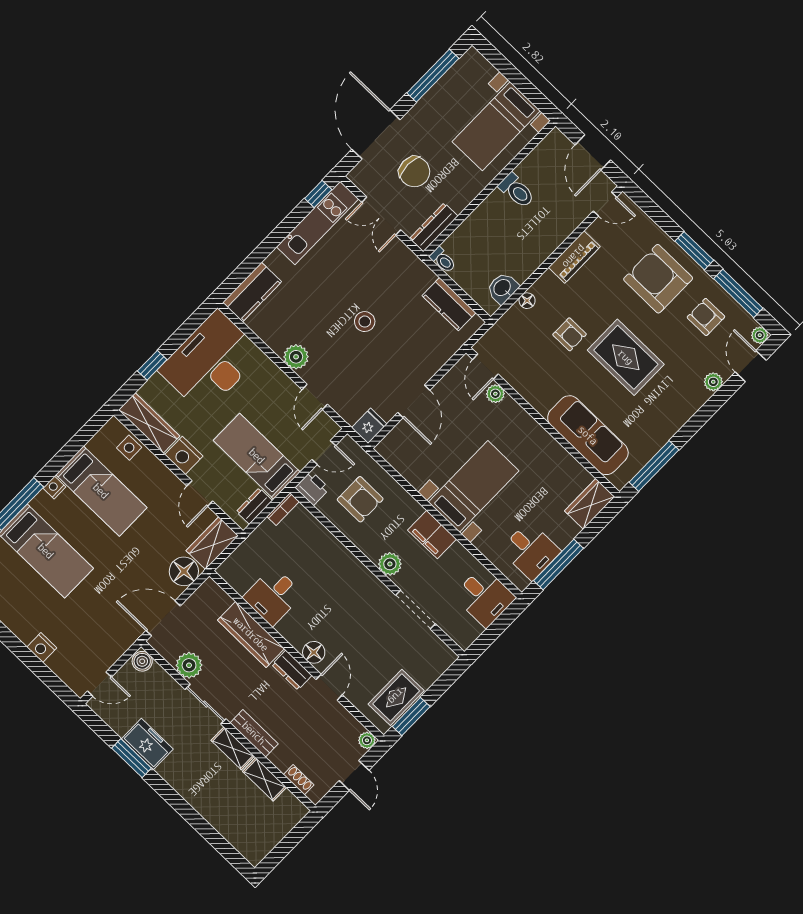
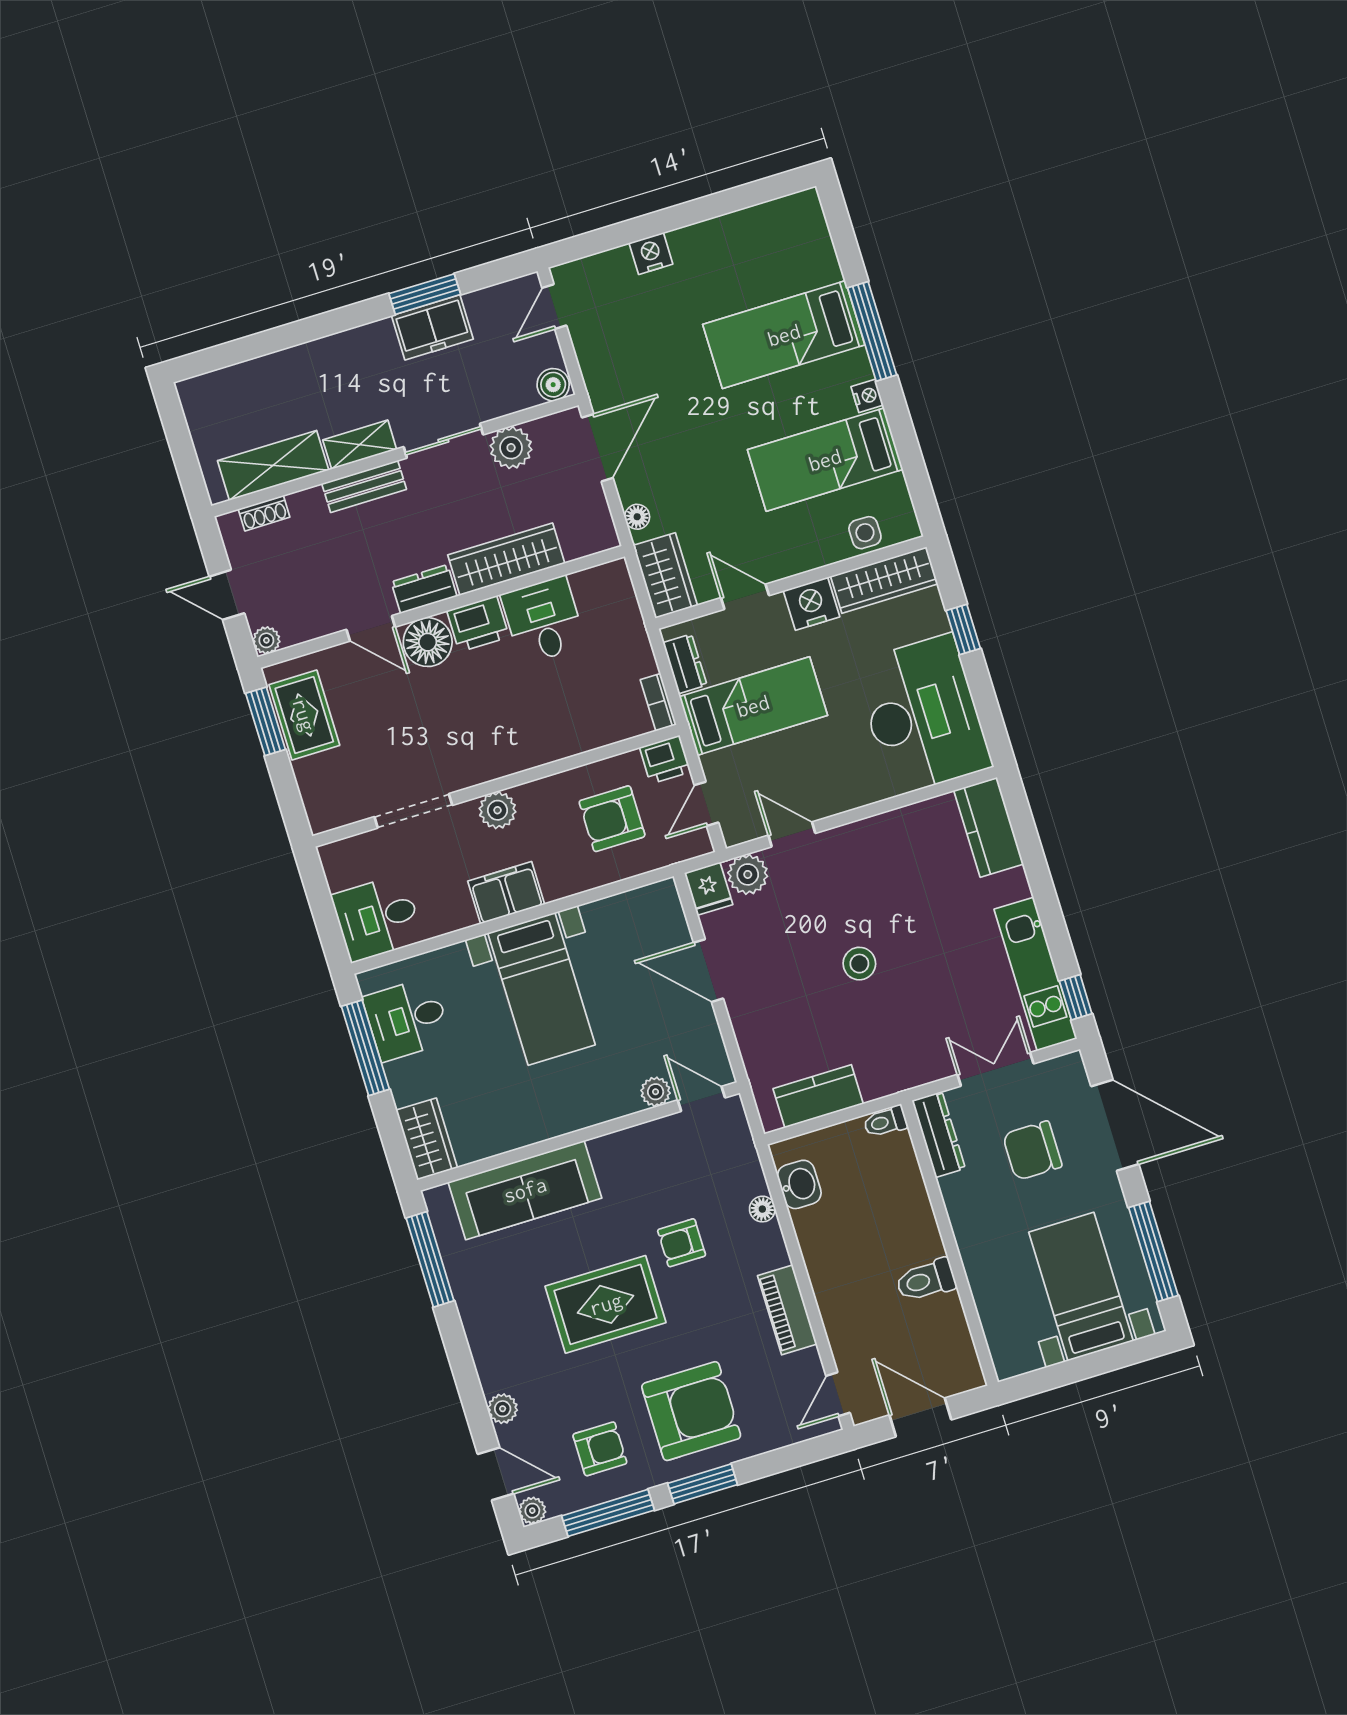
bed with nightstands: (496, 126) -> (1081, 1287), moved
plant: (296, 357) -> (748, 874), moved
floor lamp: (184, 571) -> (637, 517), width x0.53, depth x0.53
printer: (295, 630) -> (478, 624), added
floor lamp: (314, 652) -> (428, 642), width x1.38, depth x1.38
shelving: (264, 779) -> (273, 465), width x1.50, depth x1.33

